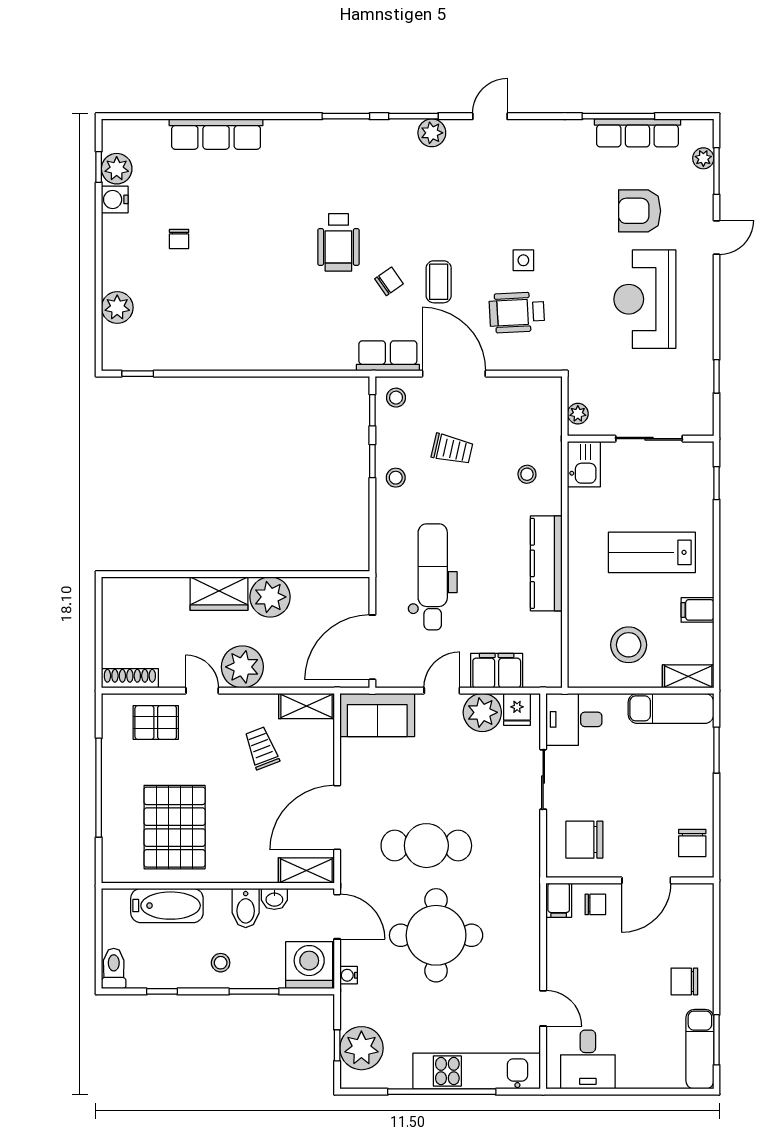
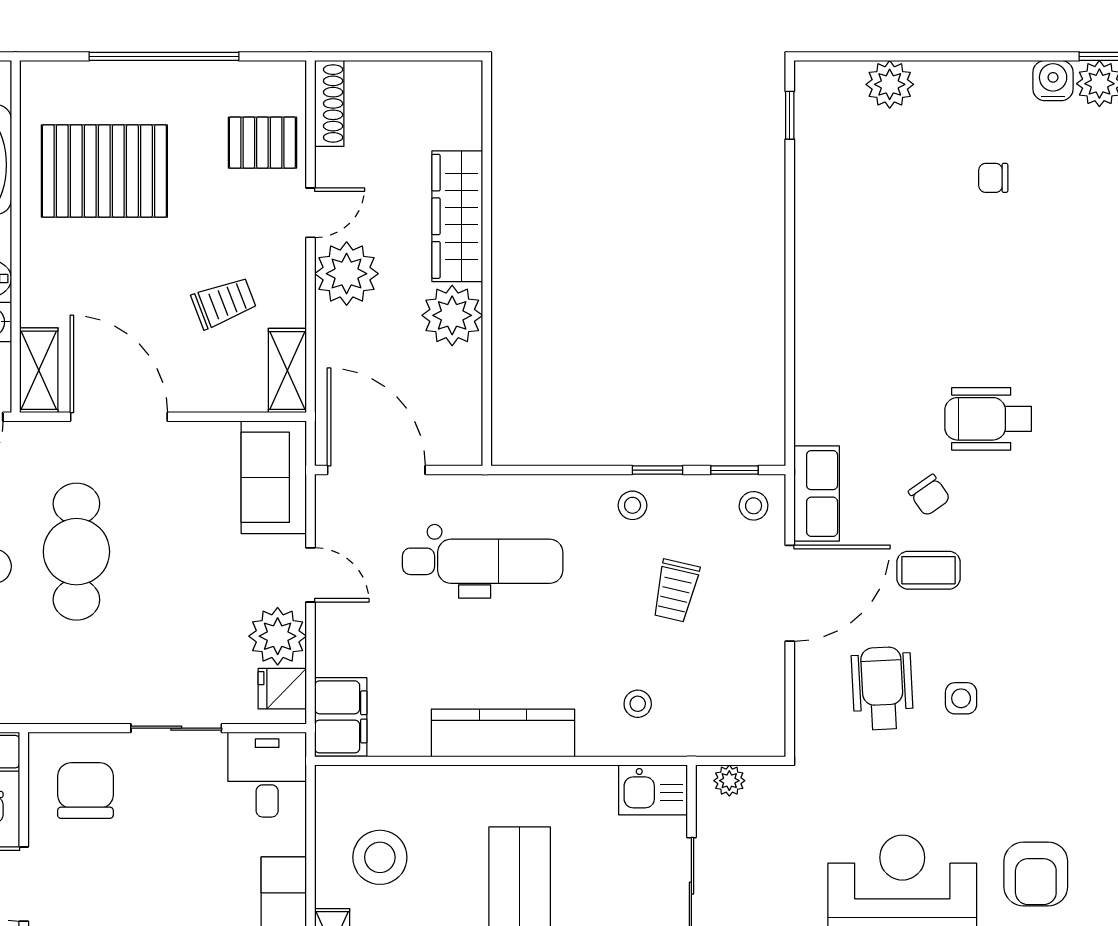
armchair: (640, 211) -> (1036, 874), turned 180
wardrobe: (219, 594) -> (457, 216), width x1.50
filing cabinet: (497, 671) -> (341, 717), moved
pallet: (156, 722) -> (262, 143), turned 90

